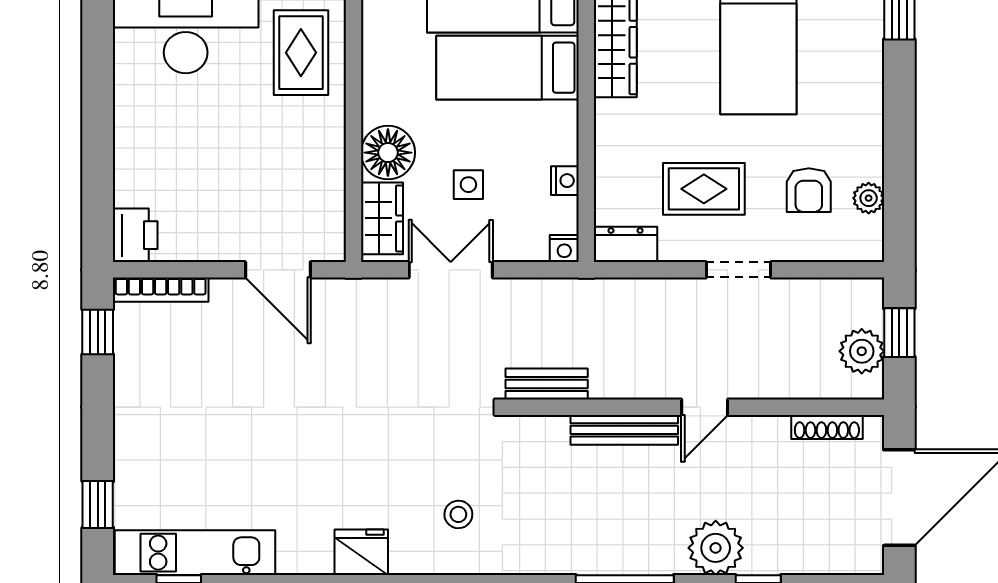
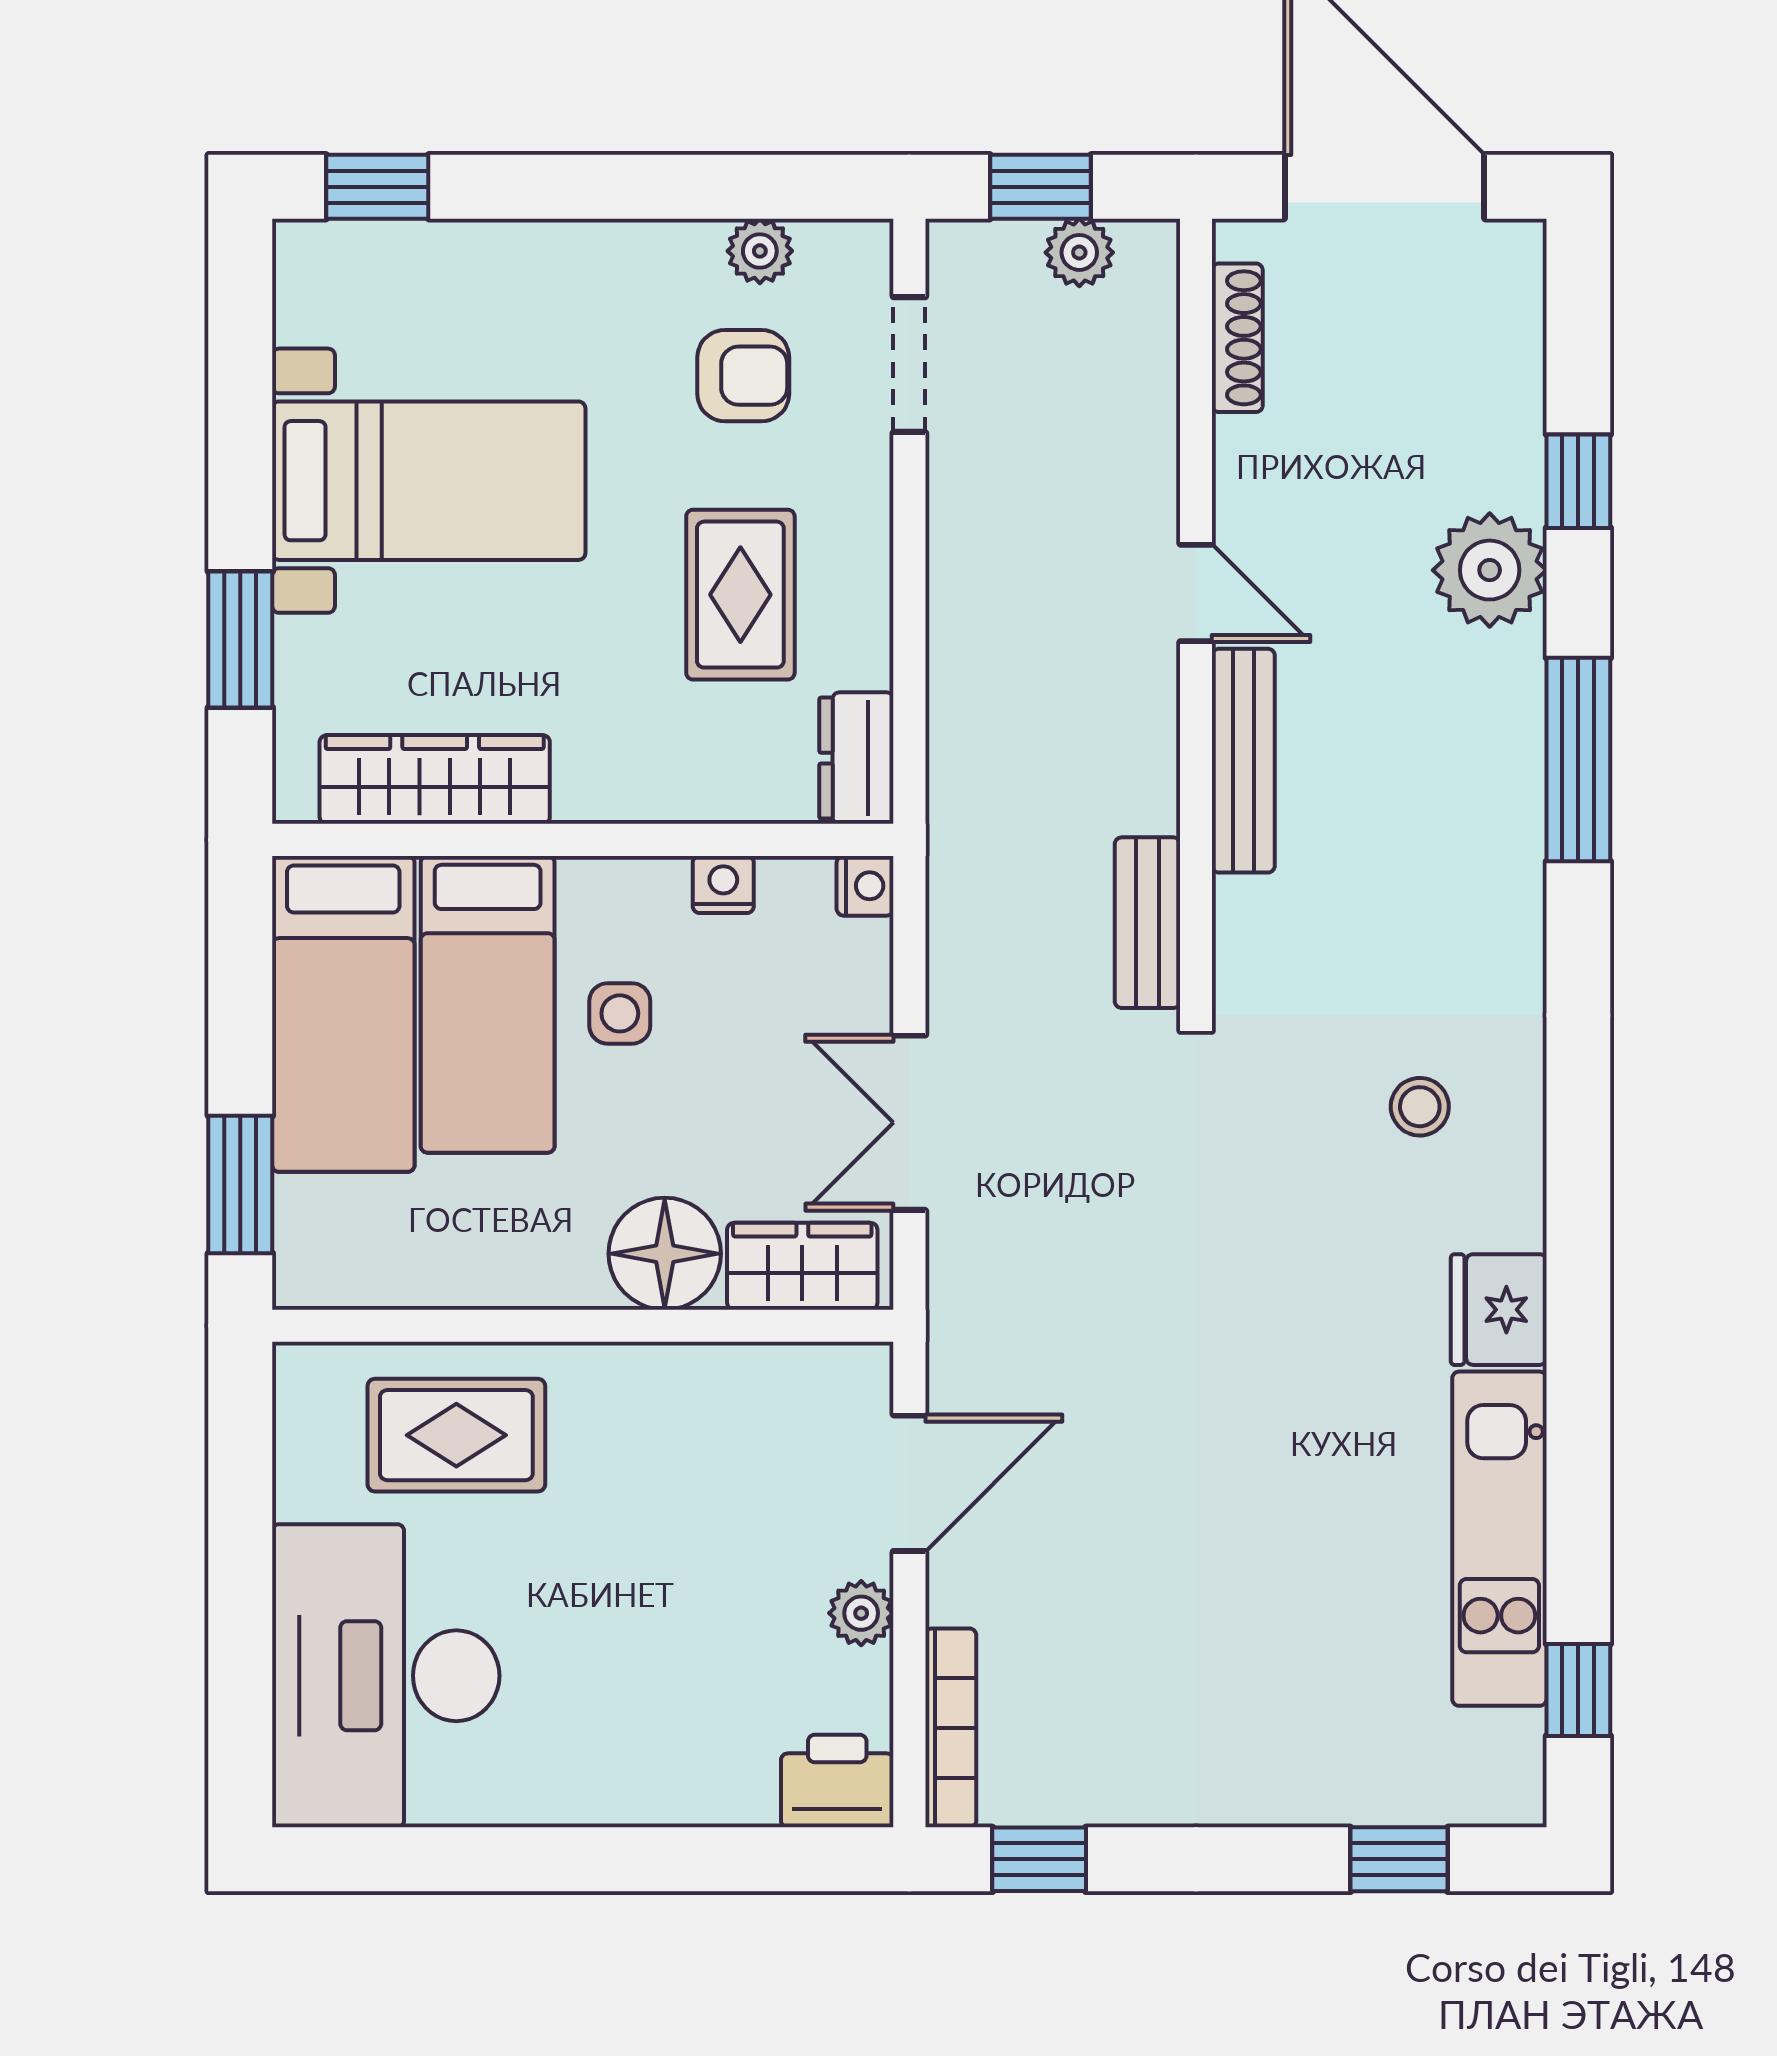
side table: (468, 185) -> (620, 1013), moved
plant: (216, 247) -> (861, 1613), added
doorway: (739, 270) -> (909, 365), moved
plant: (862, 351) -> (1079, 252), width x0.73, depth x0.73
kitchen unit: (195, 553) -> (1499, 1539), moved

